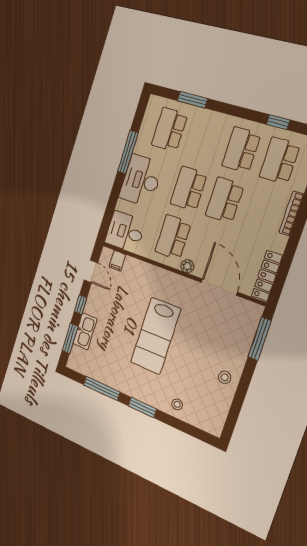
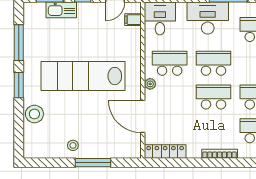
door: (219, 287) -> (143, 116), swing flipped
lab bench: (156, 336) -> (83, 76), width x1.36
window: (260, 339) -> (93, 163), moved
stool: (177, 404) -> (34, 114), width x1.89, depth x1.89

